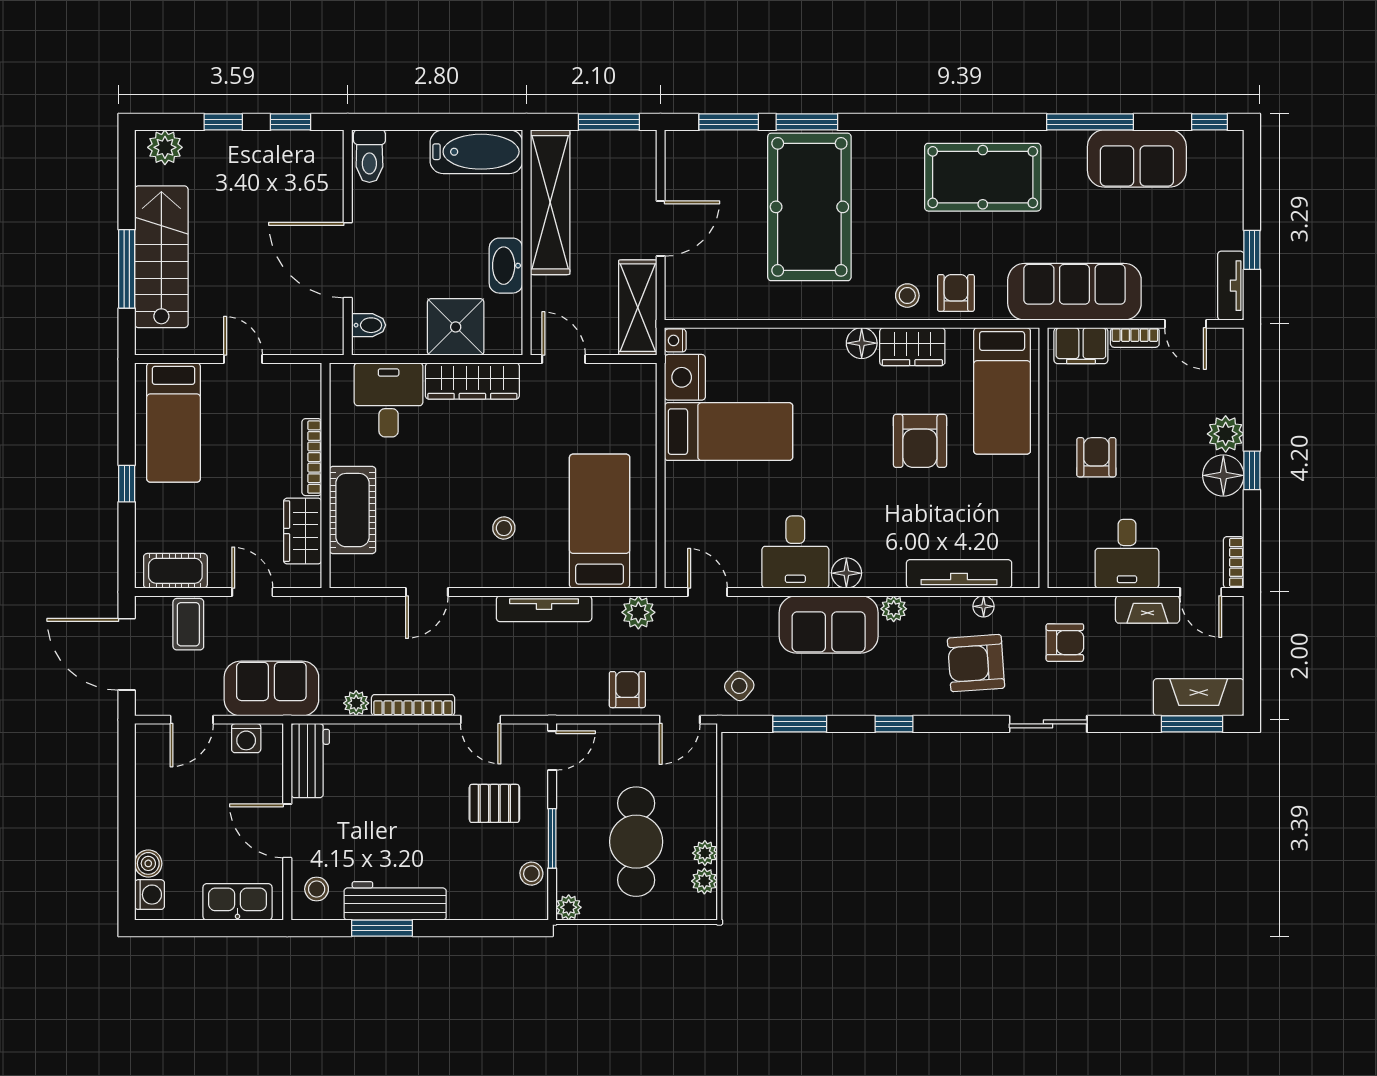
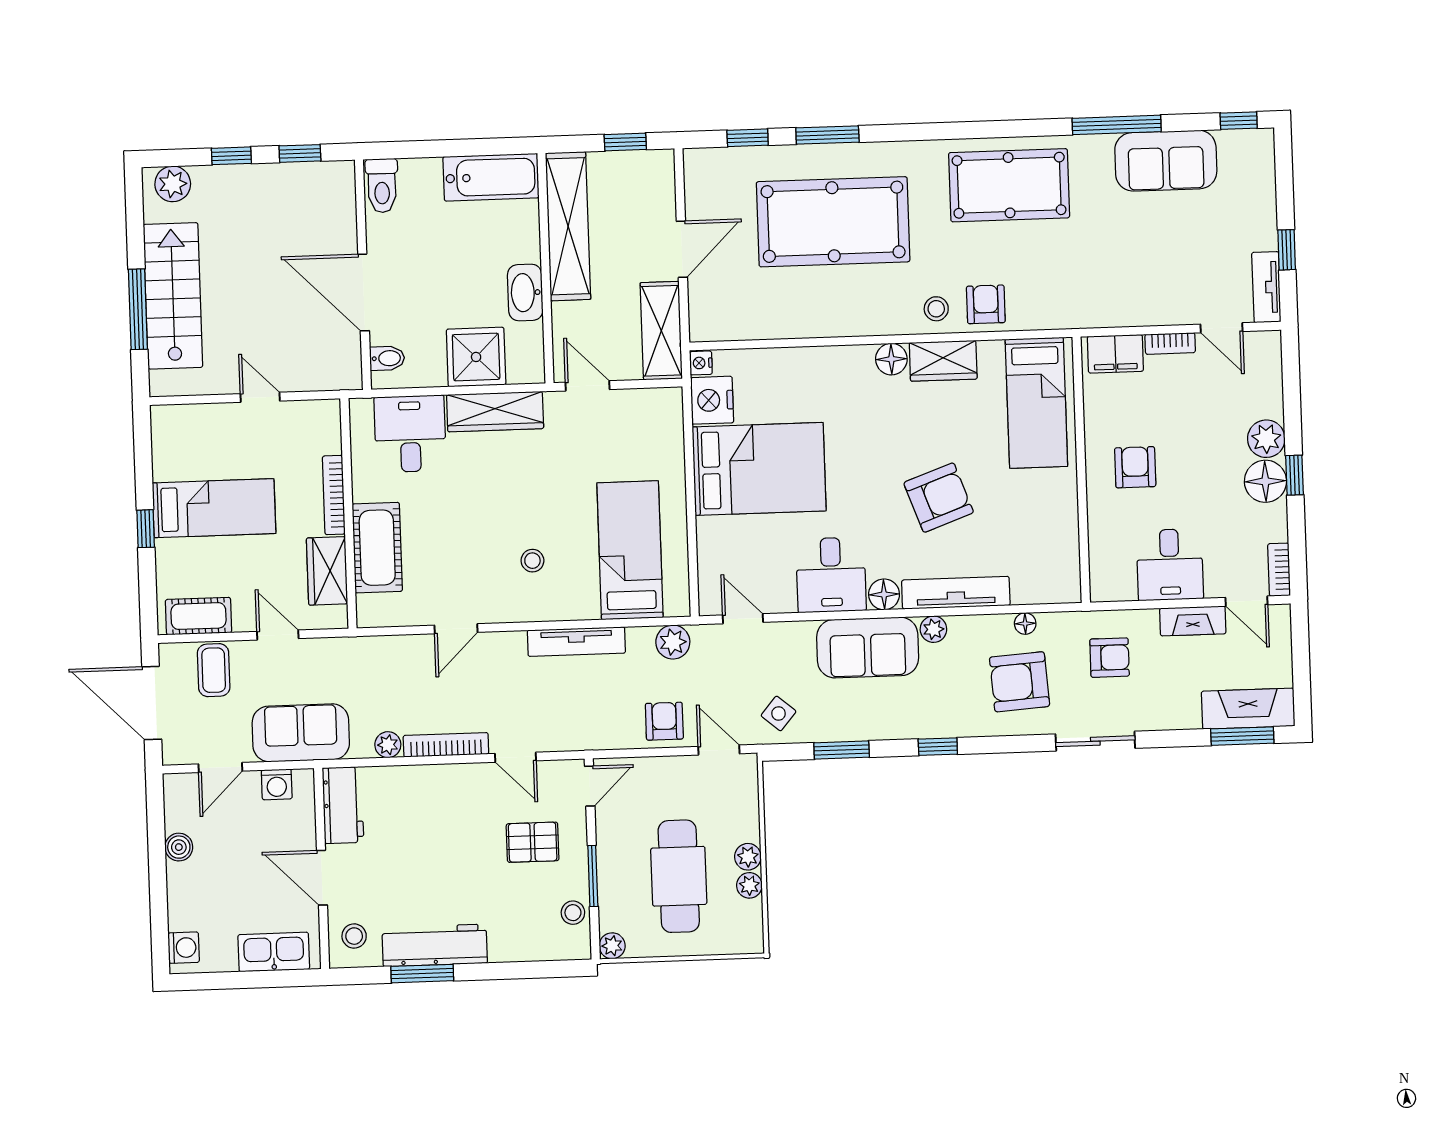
window: (609, 122) -> (625, 142), width x0.67
window: (729, 122) -> (748, 138), width x0.67
pool table: (809, 207) -> (833, 222), turned 90
sofa: (1074, 292) -> (1107, 299), removed
bed: (174, 422) -> (214, 508), moved, turned -90
bed: (729, 432) -> (759, 469), width x1.50
armchair: (920, 441) -> (939, 498), moved, turned -110
tv unit: (959, 574) -> (956, 593), moved
door: (680, 720) -> (719, 750), swing flipped
boiler: (148, 863) -> (179, 847), moved
plant: (704, 881) -> (748, 857), moved

